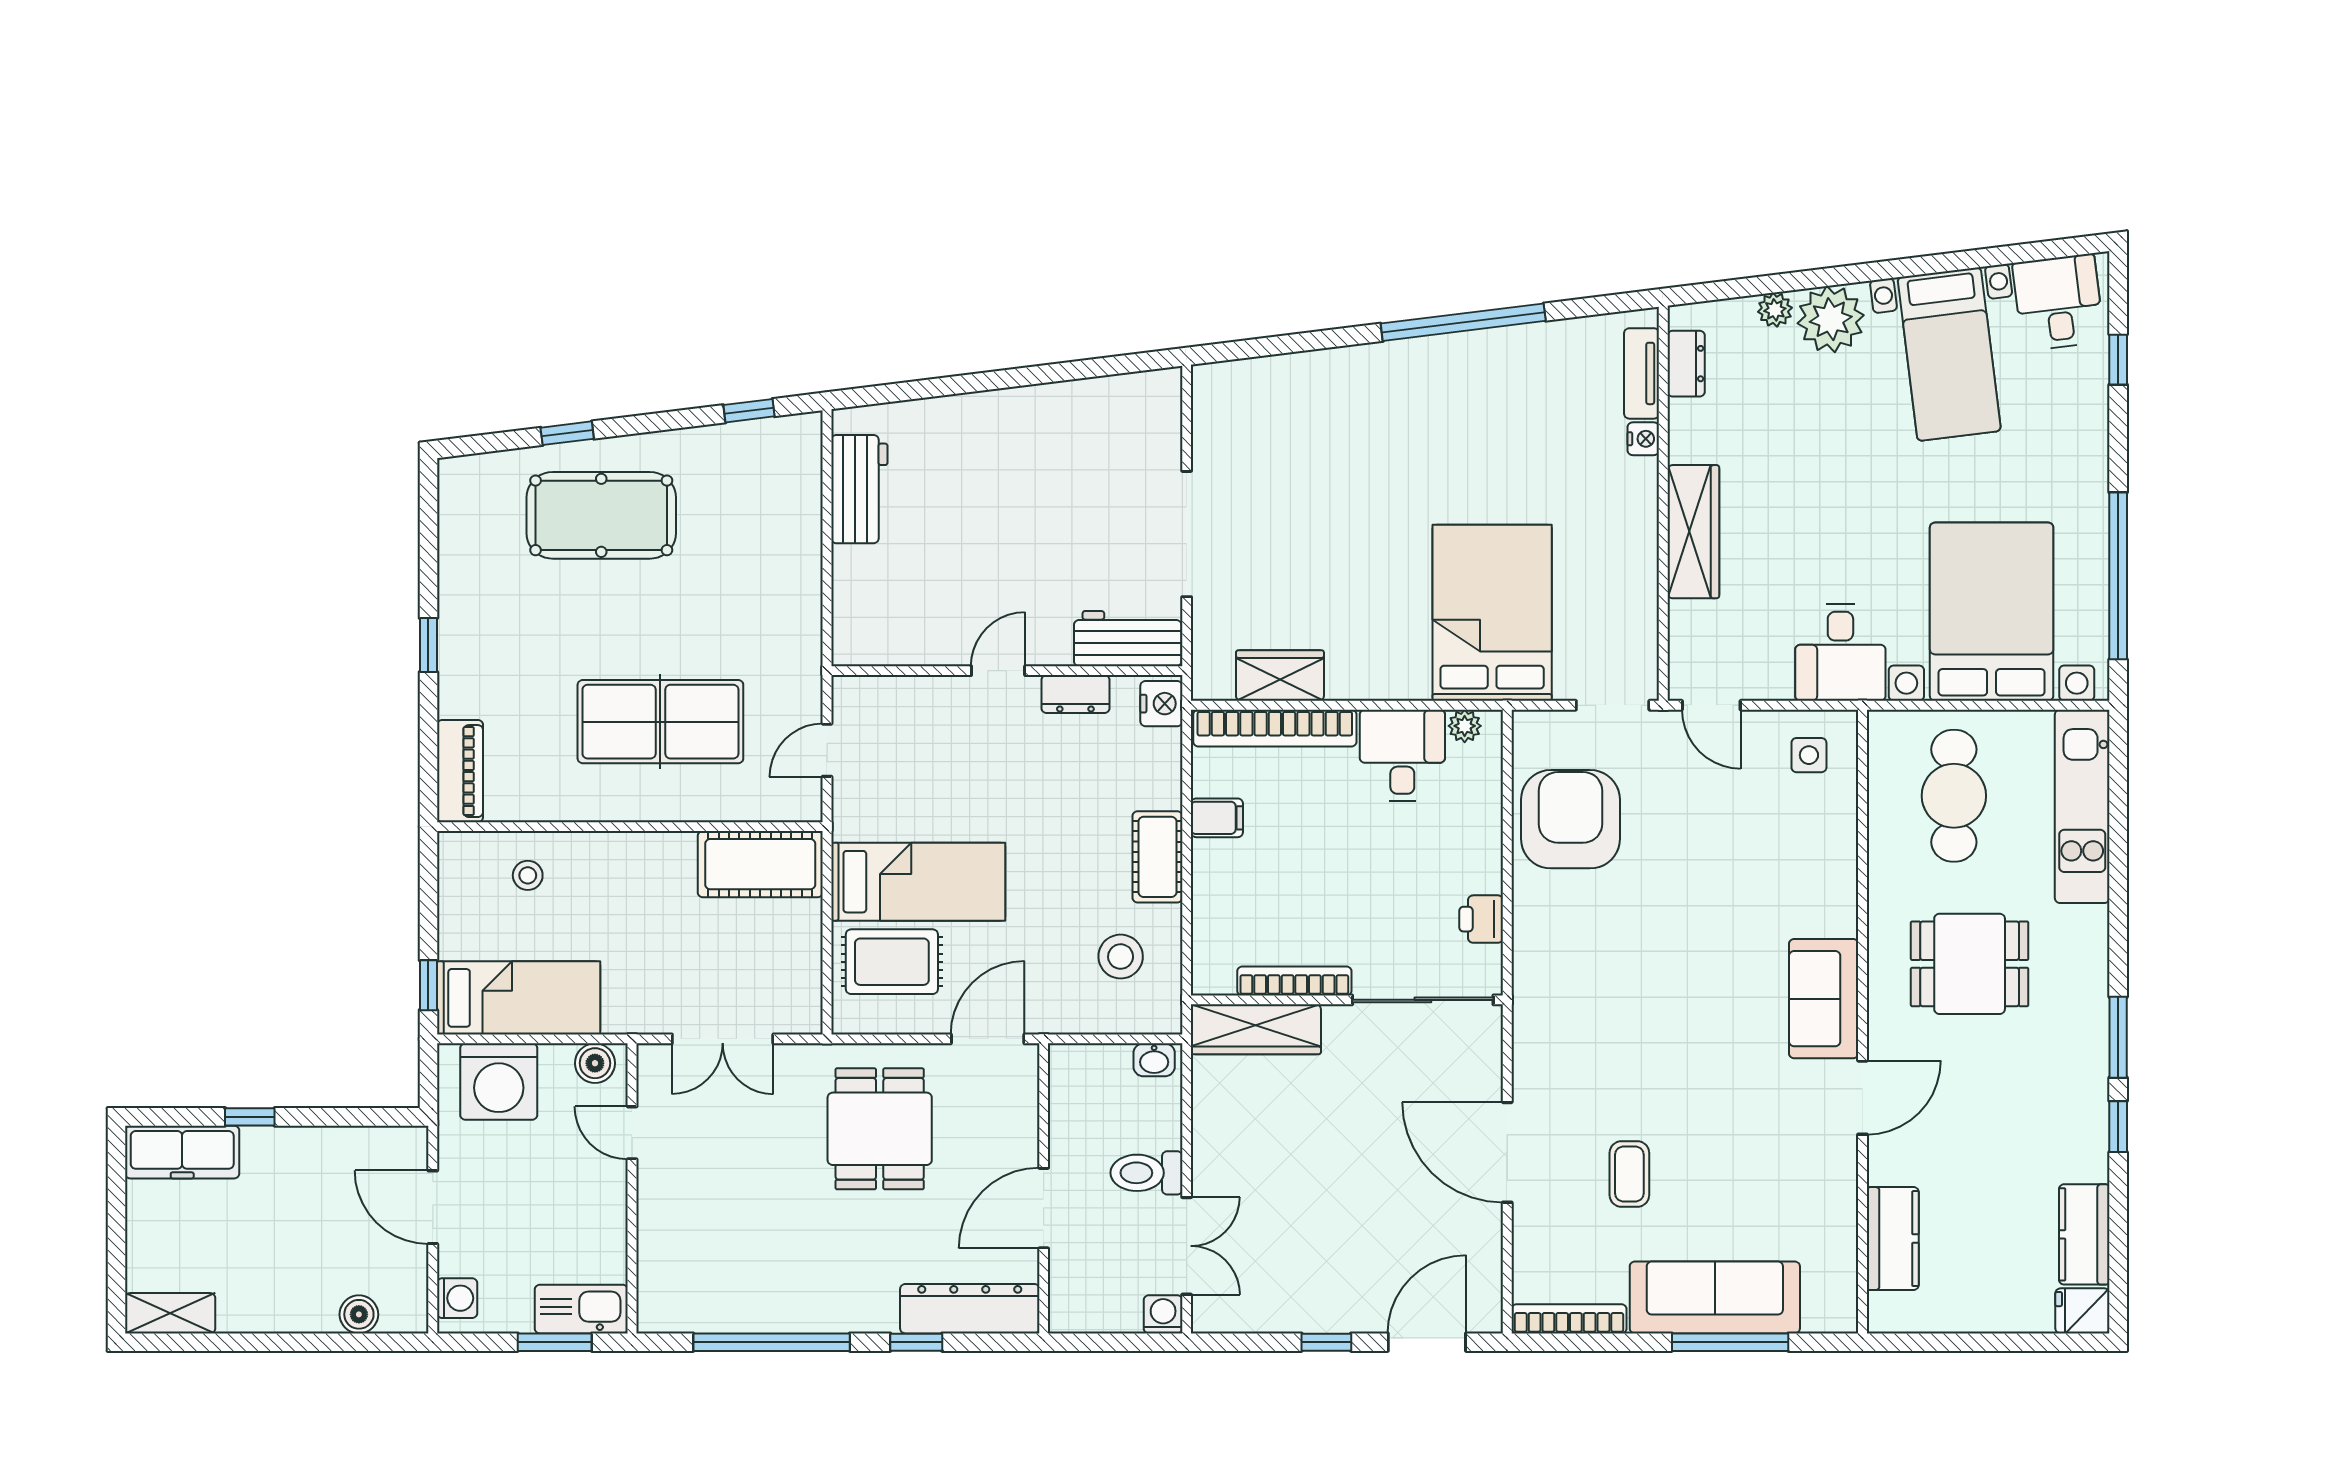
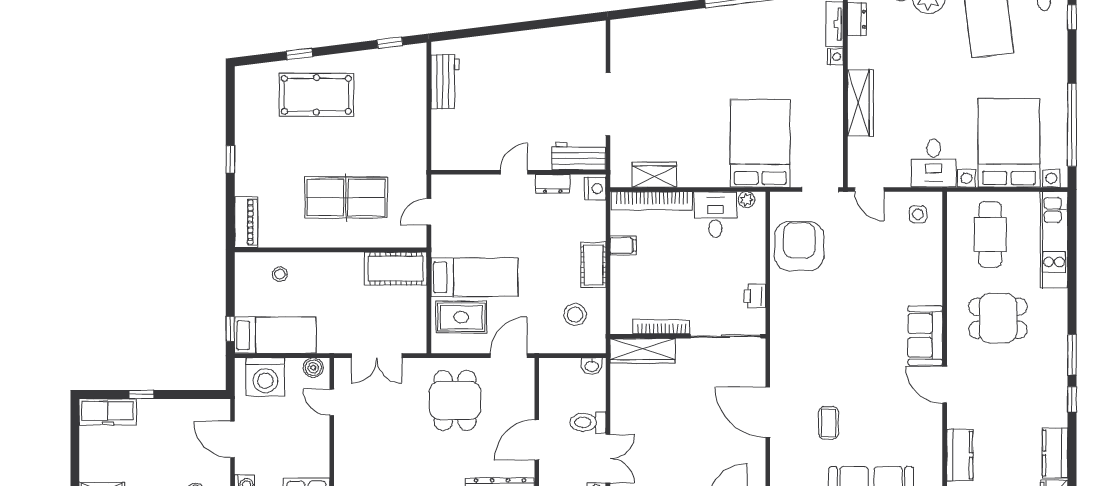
door: (1863, 1098) -> (945, 385), swing flipped

